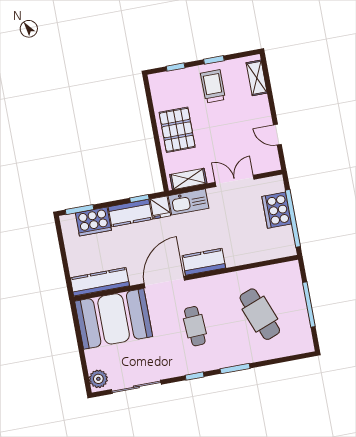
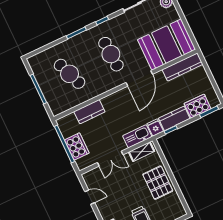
kitchen counter: (204, 262) -> (89, 112), moved
cafe table: (195, 326) -> (111, 54), width x1.37, depth x1.35

